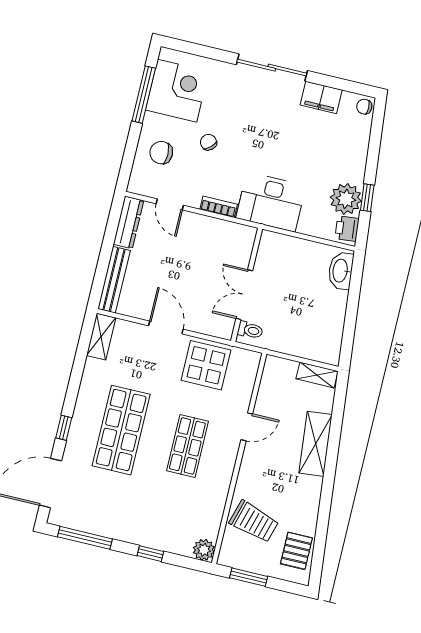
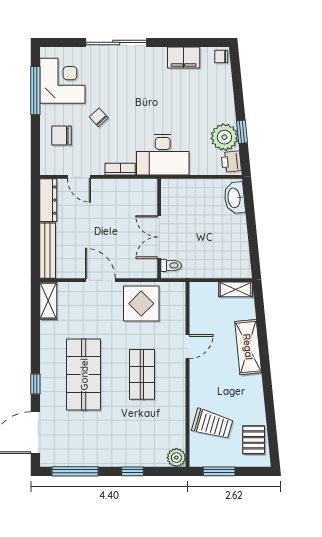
sliding door: (272, 68) -> (116, 42), moved

